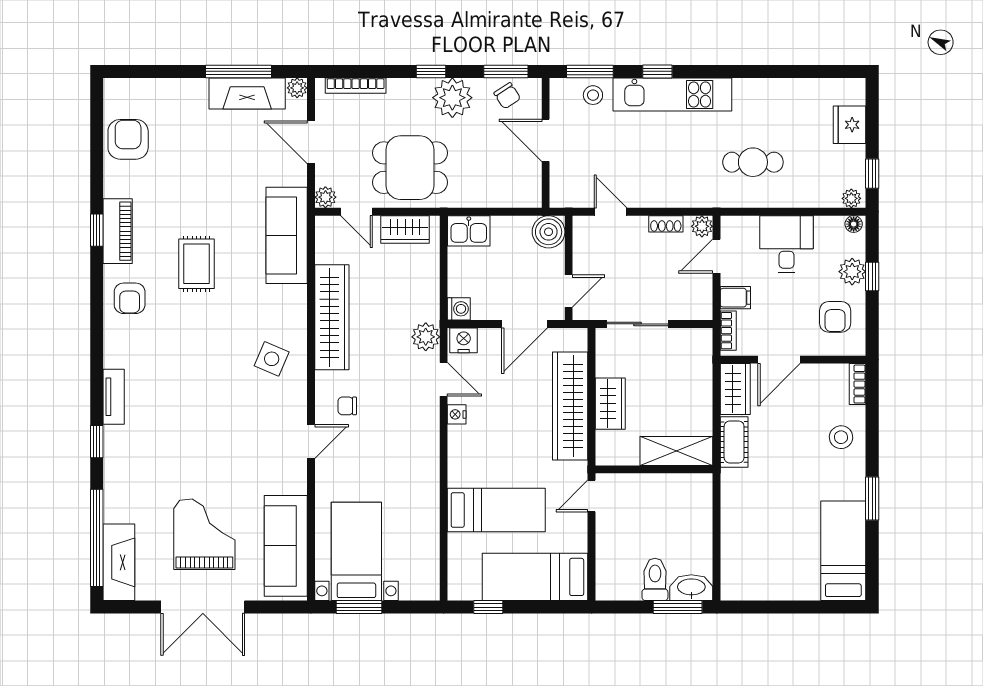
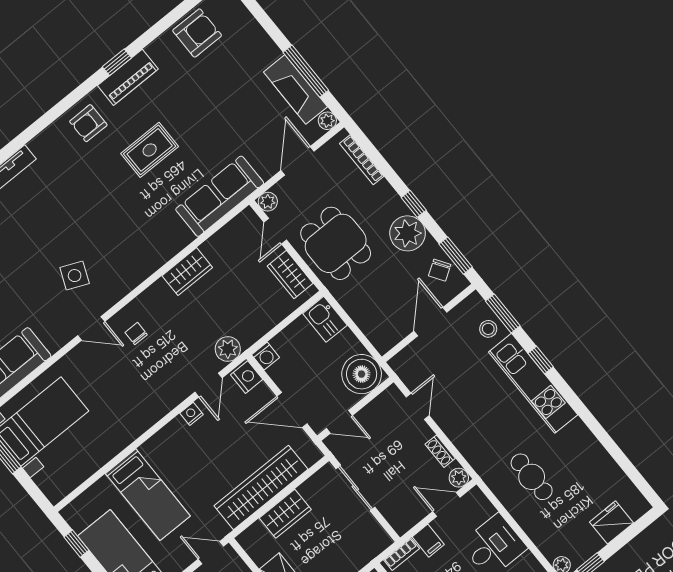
boiler: (549, 232) -> (362, 374), width x1.37, depth x1.37
wardrobe: (332, 317) -> (187, 272), width x0.48, depth x0.85
side table: (272, 359) -> (75, 276), moved

